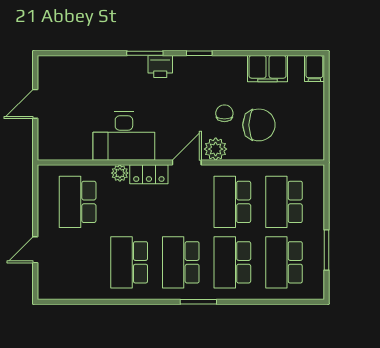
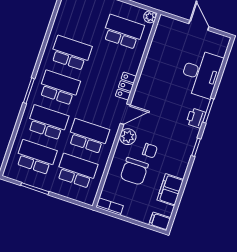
desk: (124, 136) -> (201, 73), moved, turned 180
bookcase: (317, 142) -> (110, 207), added
door: (187, 162) -> (125, 114), hinge flipped
plant: (120, 173) -> (150, 17), moved

